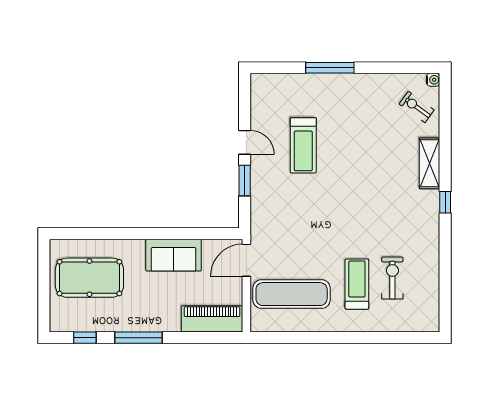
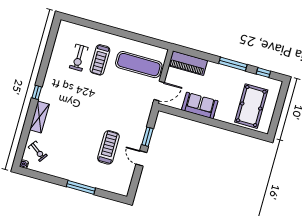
pool table: (89, 278) -> (251, 106), turned 90

